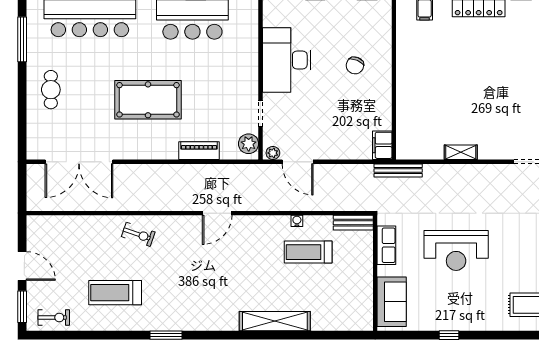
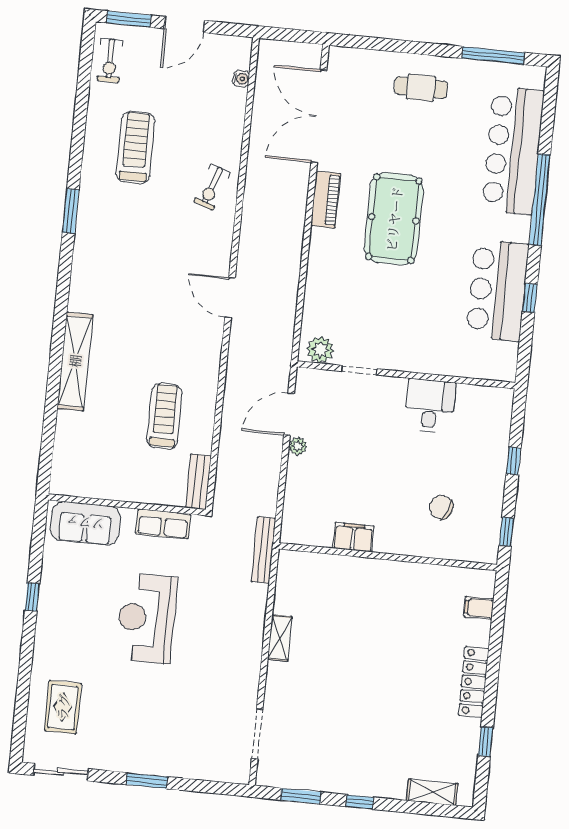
desk: (287, 60) -> (430, 406), width x0.53, depth x0.77
chair: (355, 65) -> (441, 507), moved
filing cabinet: (382, 145) -> (353, 537), moved
piano: (199, 151) -> (326, 200), moved
plant: (273, 153) -> (298, 446), moved
water cooler: (297, 221) -> (241, 79), moved

